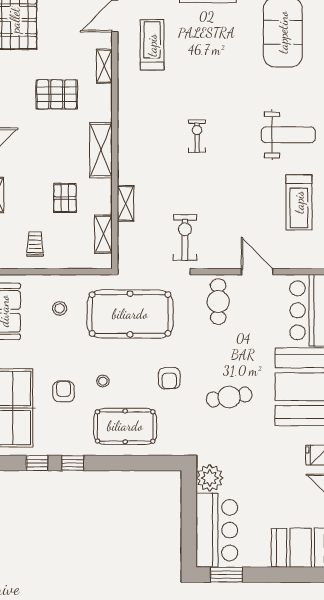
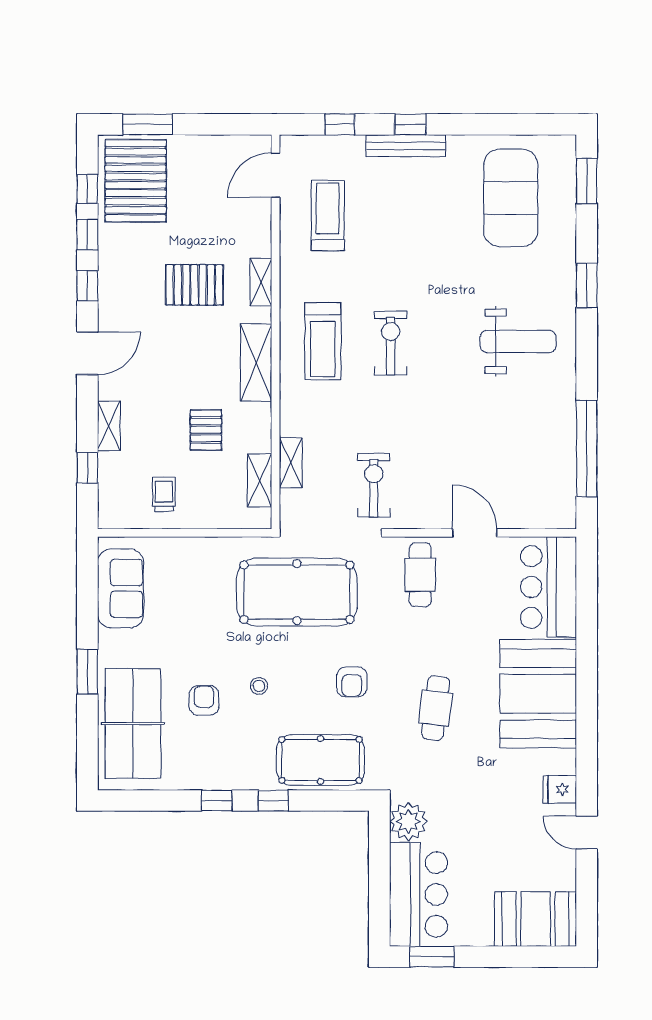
shelving: (104, 66) -> (261, 282), moved
exercise bike: (197, 136) -> (391, 343), width x1.38, depth x1.39
treadmill: (299, 202) -> (323, 341), moved
shelving: (126, 203) -> (291, 463), moved
stool: (60, 308) -> (198, 584), removed
cafe table: (229, 397) -> (436, 708), turned -74
pool table: (125, 426) -> (320, 760), moved
window: (37, 463) -> (273, 801), moved

